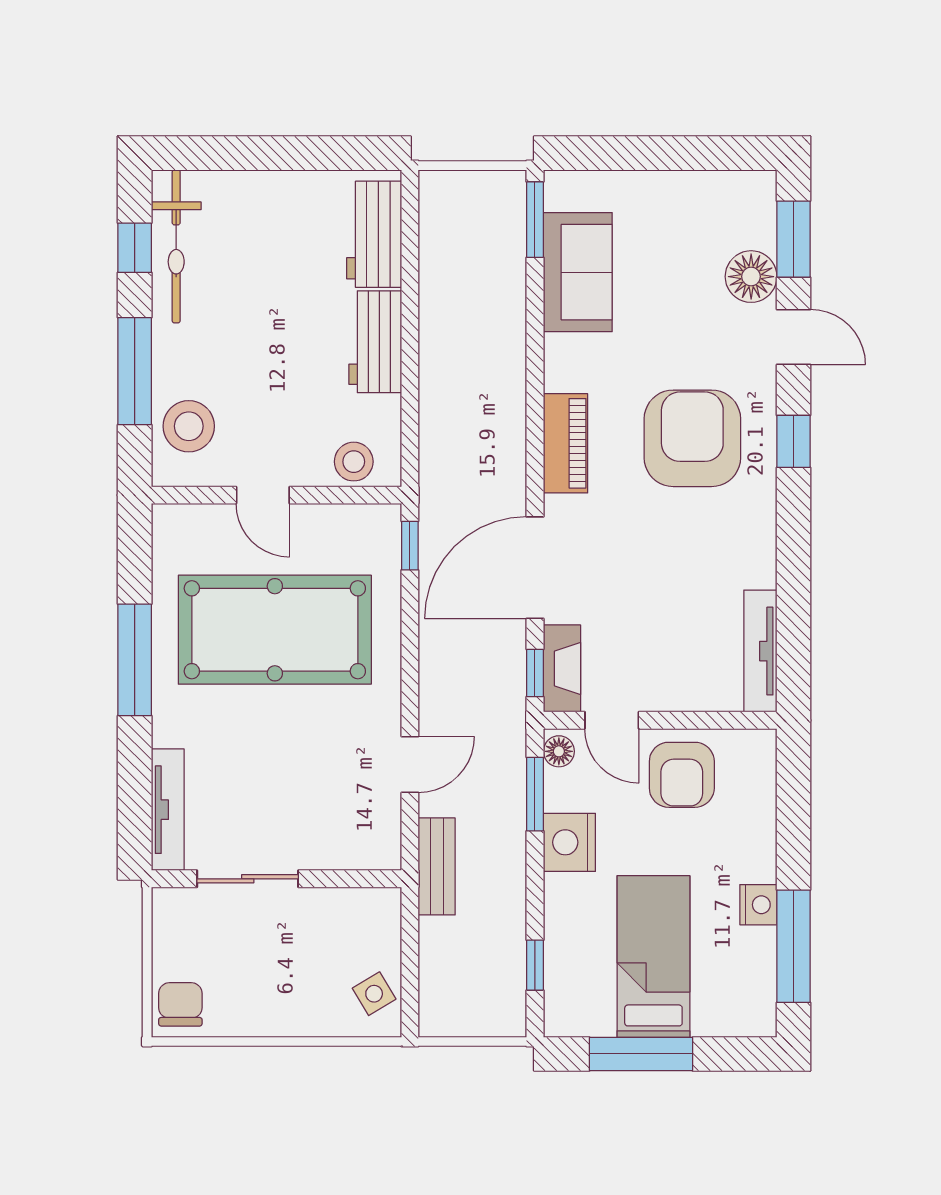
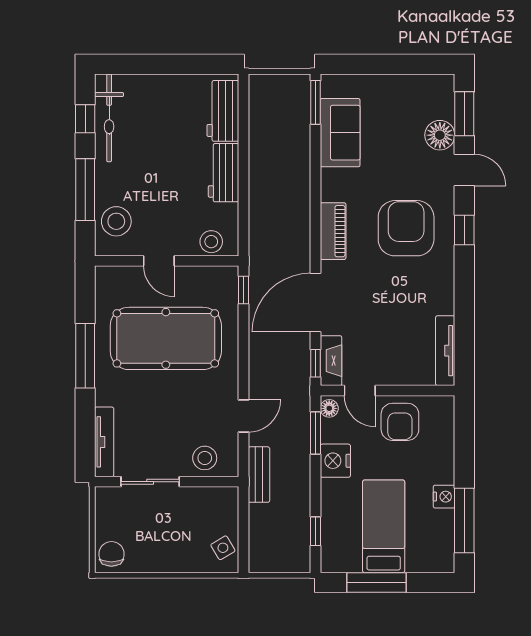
stool: (342, 838) -> (205, 458), added

